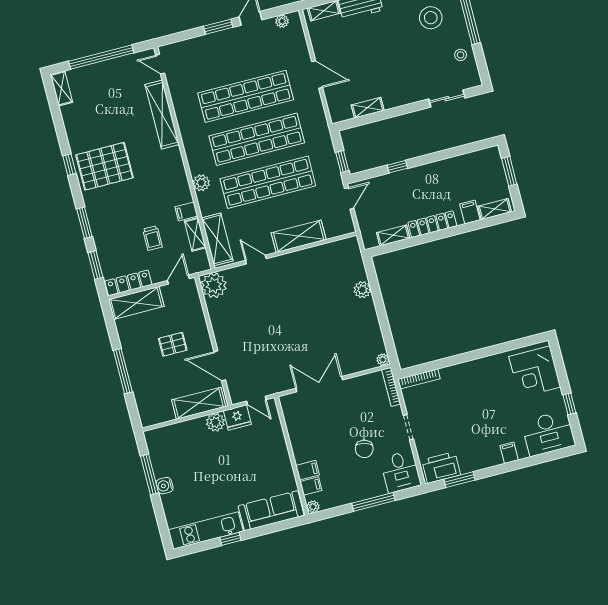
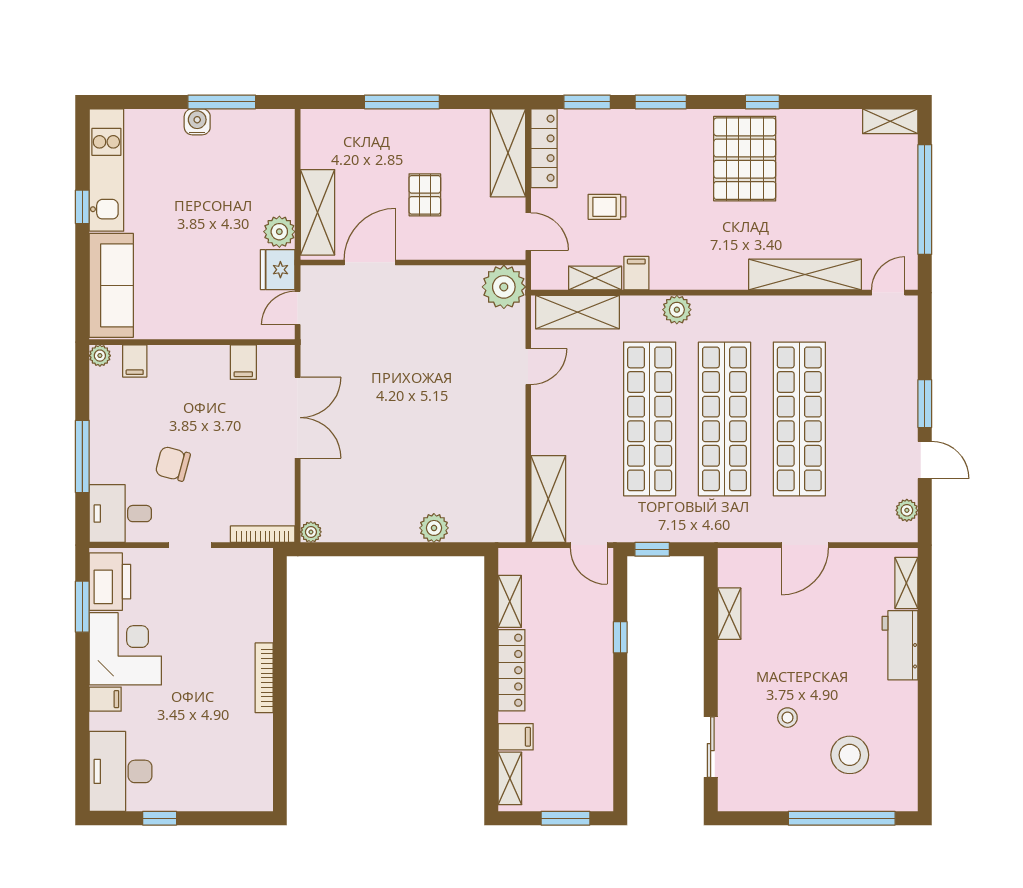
stool: (461, 55) -> (787, 718), moved
shelving: (299, 236) -> (548, 499), moved
corner desk: (535, 372) -> (125, 649), moved, turned 90
bookcase: (419, 379) -> (264, 678), moved
filing cabinet: (308, 470) -> (243, 362), moved

